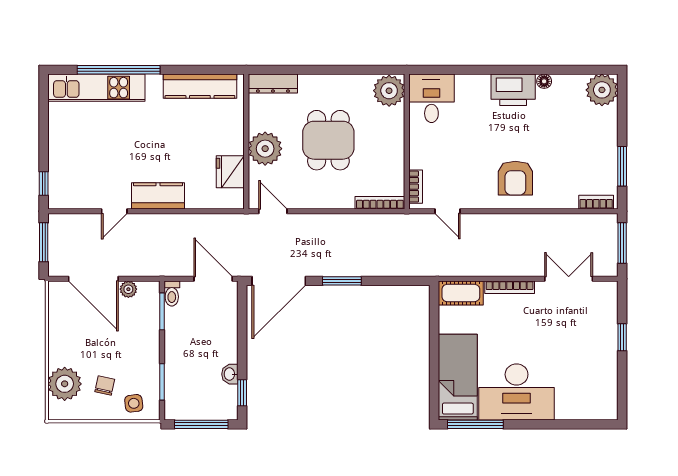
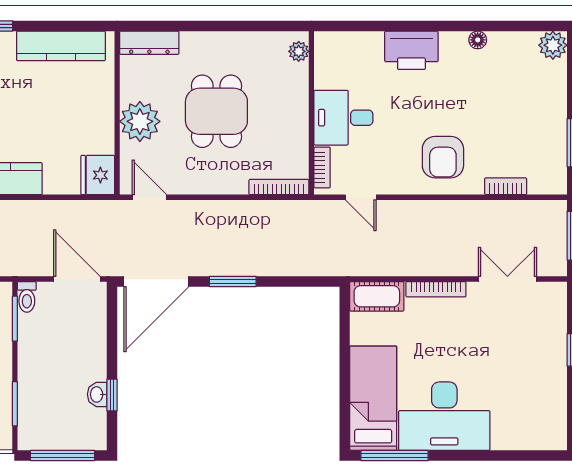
printer: (513, 90) -> (411, 50), moved
plant: (602, 90) -> (553, 45), width x0.73, depth x0.73
plant: (389, 91) -> (299, 51), width x0.53, depth x0.53
desk: (431, 98) -> (343, 118), moved, turned -90
fridge: (230, 172) -> (98, 175), moved
bookcase: (596, 202) -> (506, 186), moved
window: (242, 393) -> (112, 395), moved

